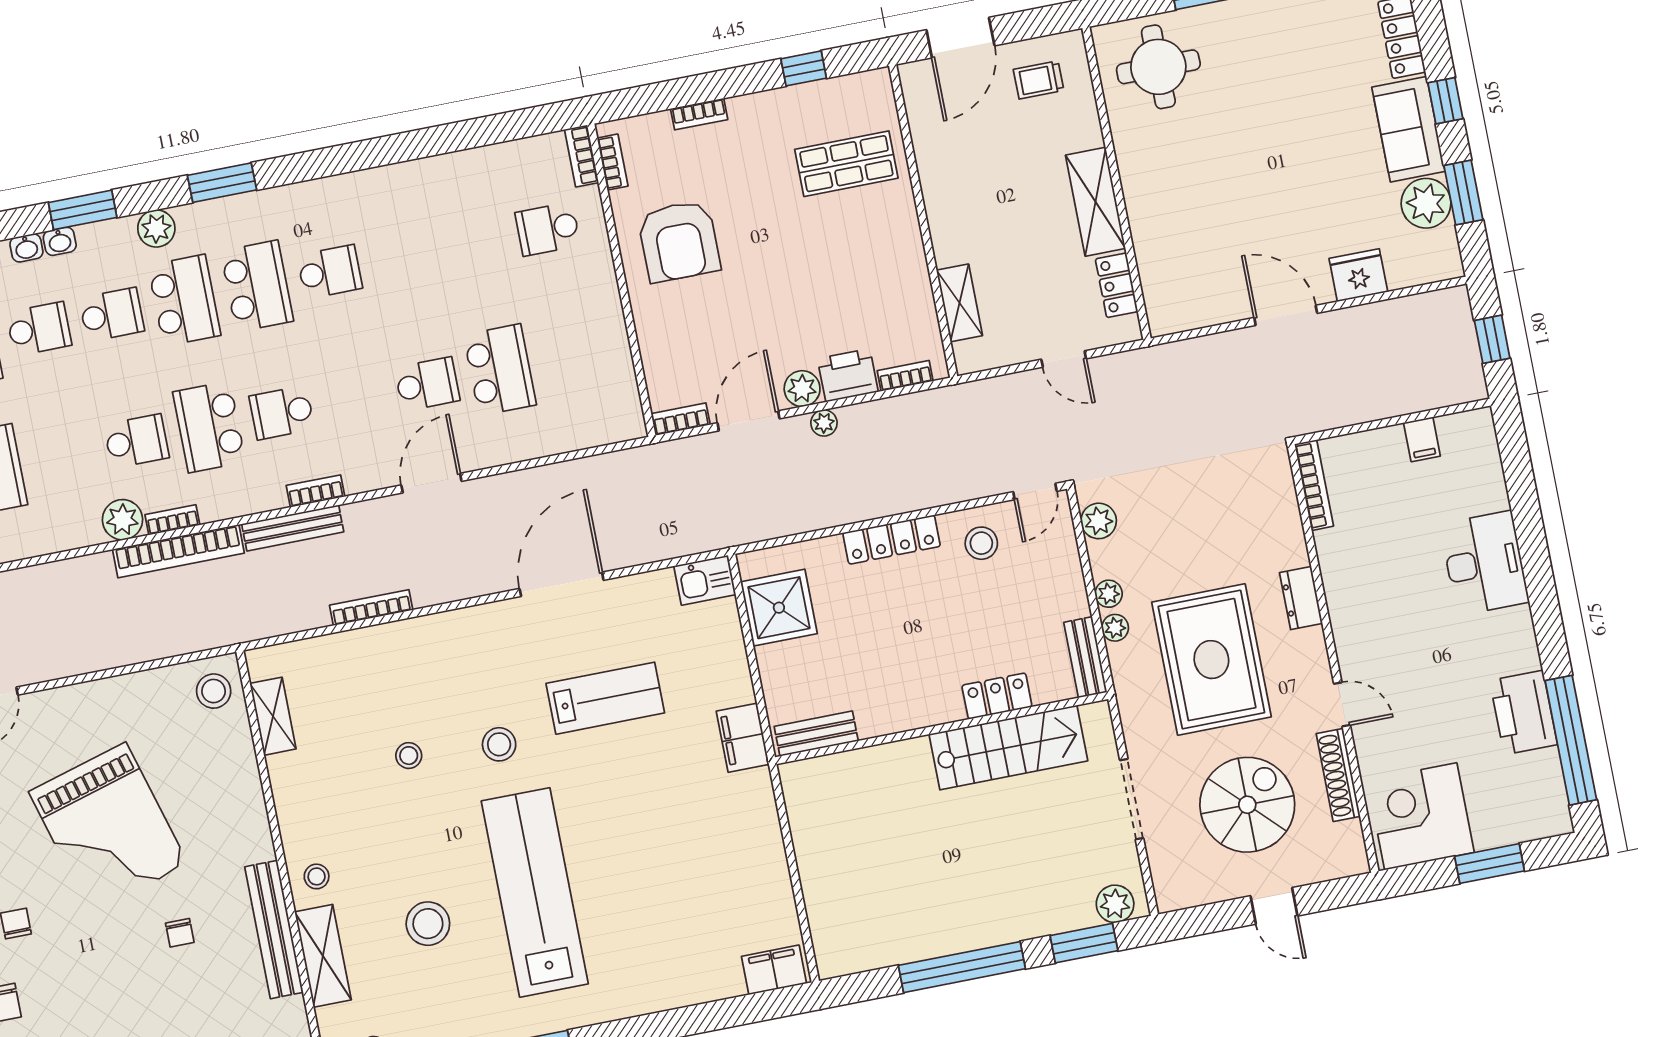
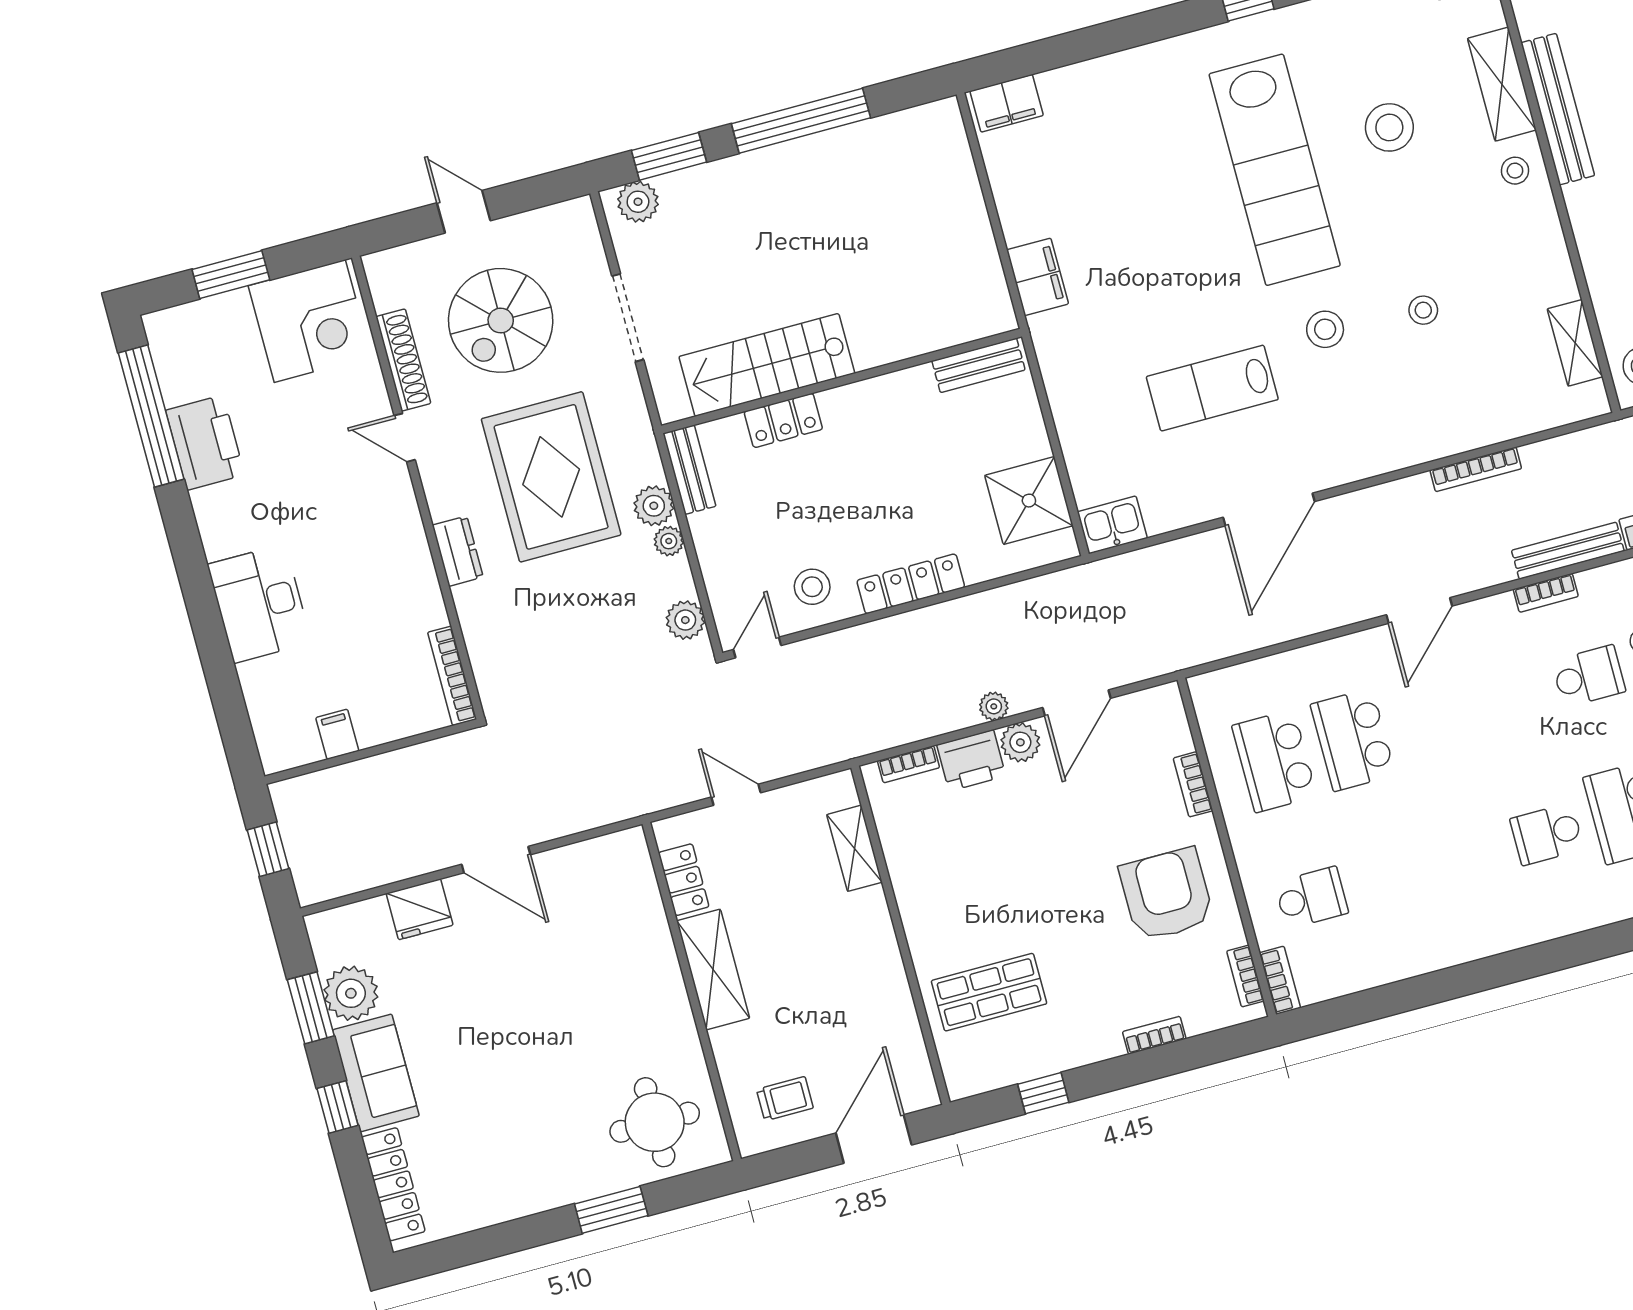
school desk: (427, 384) -> (1274, 761), moved, width x1.85
bookcase: (681, 419) -> (1193, 784), moved, turned 90
plant: (1115, 628) -> (654, 506), width x1.38, depth x1.38
filing cabinet: (743, 738) -> (1038, 277), moved

